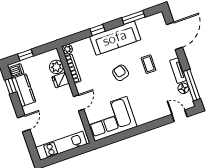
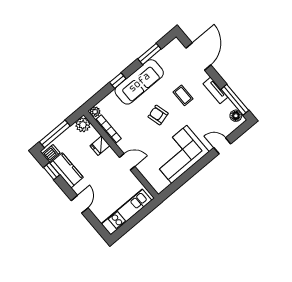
window: (26, 55) -> (55, 134), width x2.17
plant: (56, 67) -> (83, 125), moved
floor lamp: (183, 88) -> (236, 116), moved
door: (79, 103) -> (127, 162), hinge flipped
door: (179, 116) -> (222, 146), moved
corner sofa: (111, 119) -> (179, 154), moved

